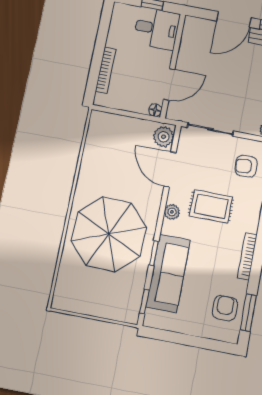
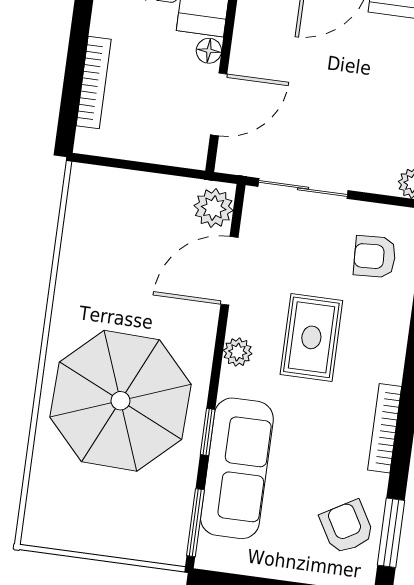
floor lamp: (155, 110) -> (209, 51), moved
door: (170, 169) -> (229, 271), hinge flipped
rug: (211, 206) -> (311, 337), turned 90
window: (144, 301) -> (195, 523), width x1.50
armchair: (225, 308) -> (347, 527), turned -30

